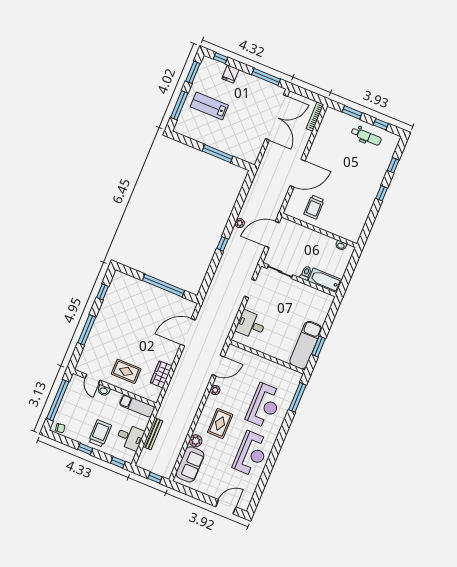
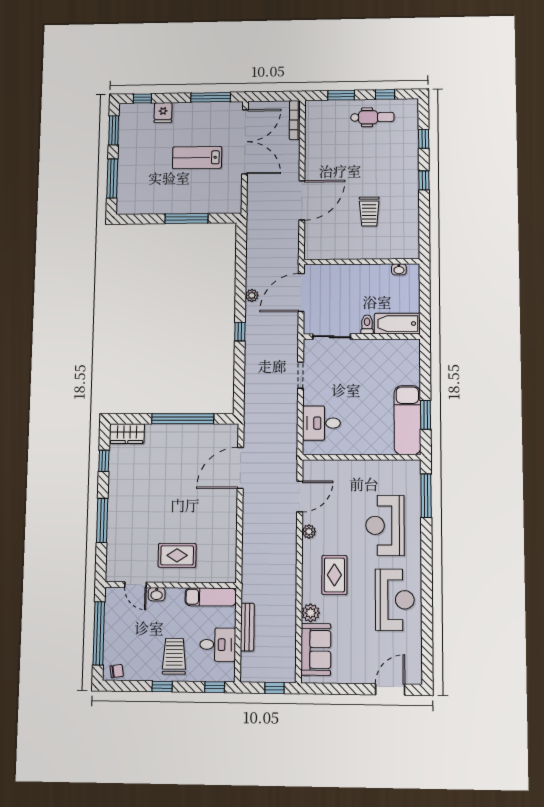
lab bench: (209, 106) -> (197, 158), moved
trolley: (314, 207) -> (369, 211), moved
wardrobe: (161, 374) -> (127, 434), moved, turned -90
reception desk: (264, 406) -> (385, 525), turned 180

